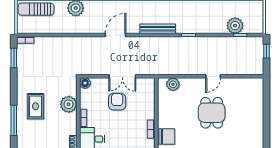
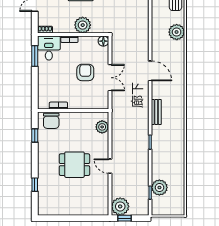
bench: (158, 29) -> (156, 112), width x0.73
window: (266, 51) -> (124, 218), moved
plant: (254, 66) -> (120, 206), added
double door: (122, 76) -> (110, 78), swing flipped
armchair: (117, 102) -> (85, 72), turned -90

